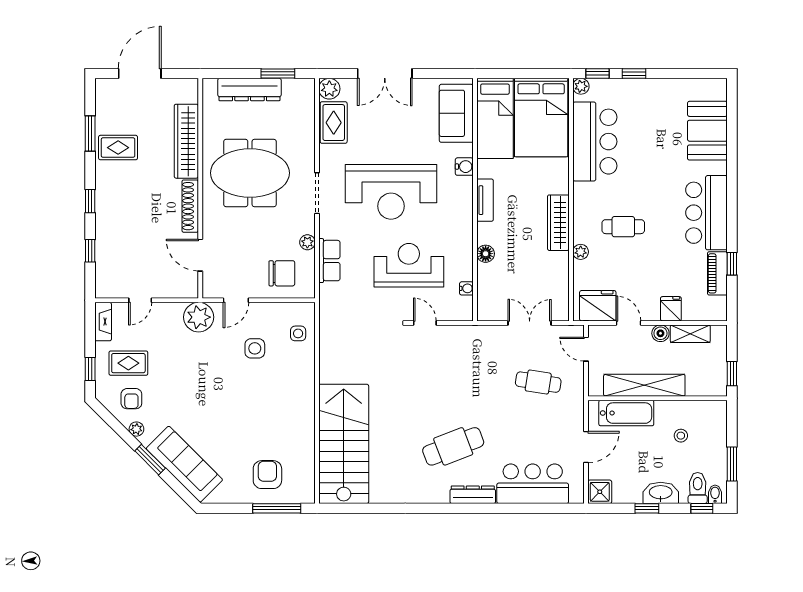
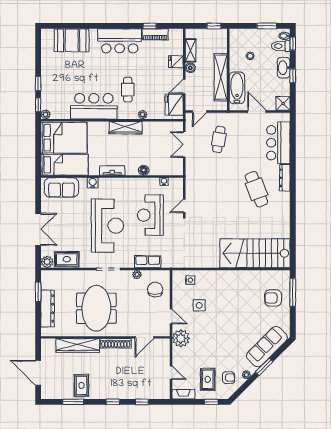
bar counter: (595, 142) -> (94, 106), moved

